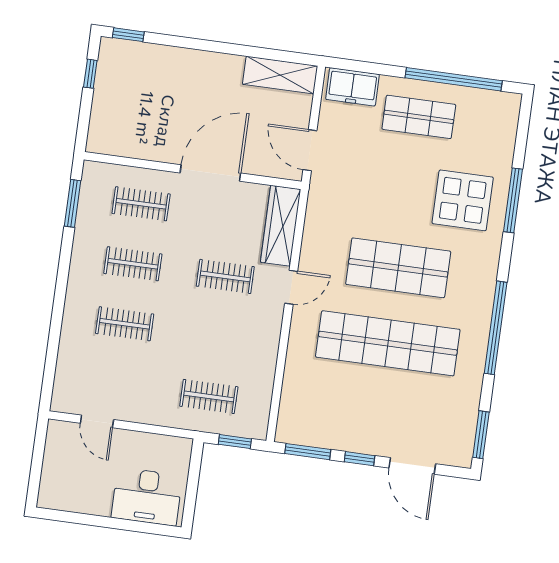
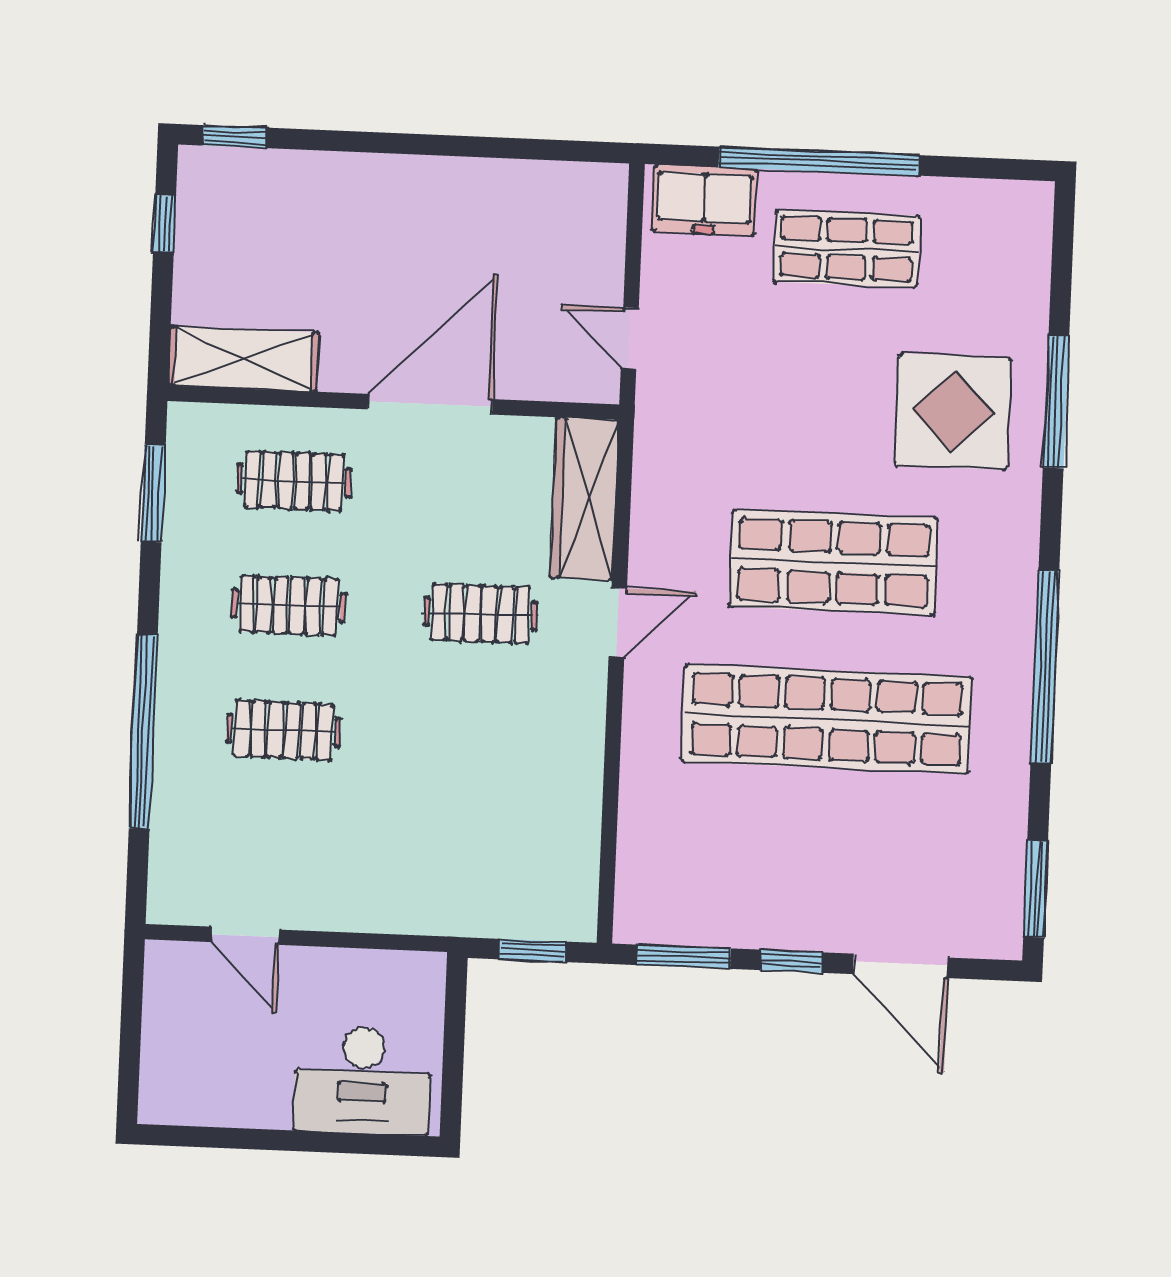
shelving: (280, 75) -> (243, 359), moved
window: (454, 79) -> (819, 161), moved
door: (310, 150) -> (630, 338), width x0.73
window: (57, 318) -> (143, 732), added
clothes rail: (209, 396) -> (470, 863), removed

